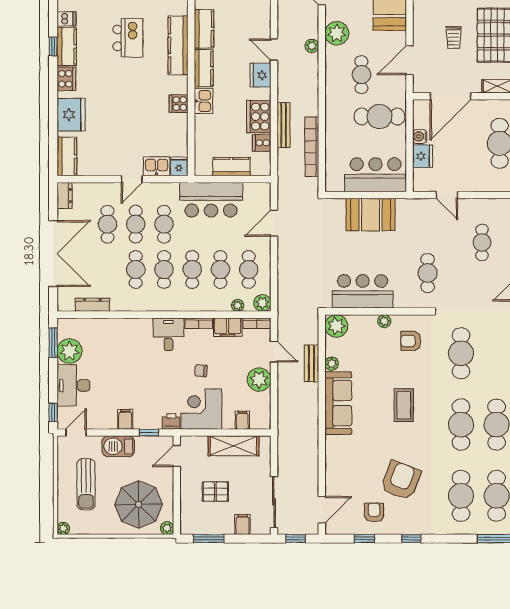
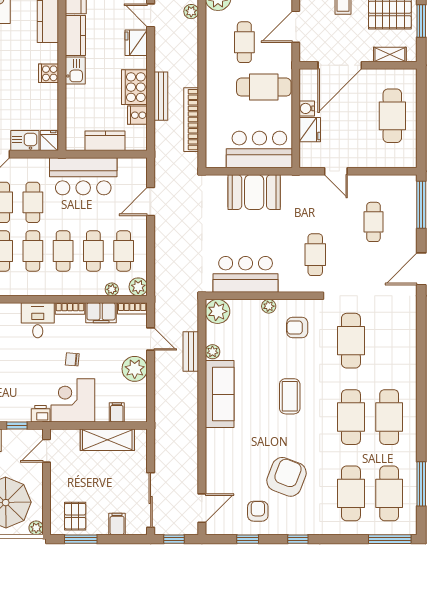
pallet: (215, 492) -> (75, 516), moved, turned 90

